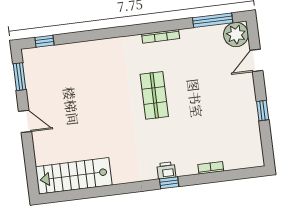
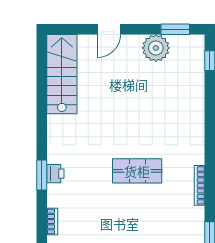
plant: (39, 92) -> (156, 48), added
door: (25, 121) -> (109, 29), moved
window: (169, 183) -> (42, 175), width x1.50

